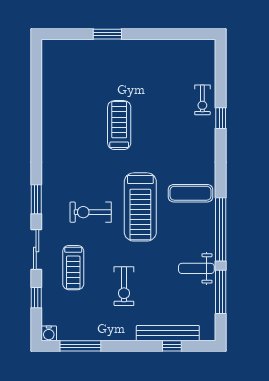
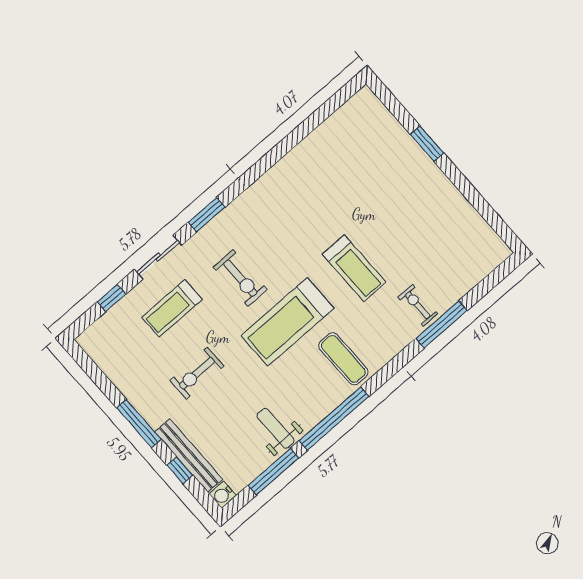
exercise bike: (202, 100) -> (418, 305), moved, turned 90
window: (221, 118) -> (442, 324), width x2.17
treadmill: (119, 125) -> (354, 268), moved, turned 90
exercise bike: (91, 212) -> (240, 278), turned 180
water cooler: (49, 333) -> (223, 495), moved
window: (80, 346) -> (139, 424), moved

